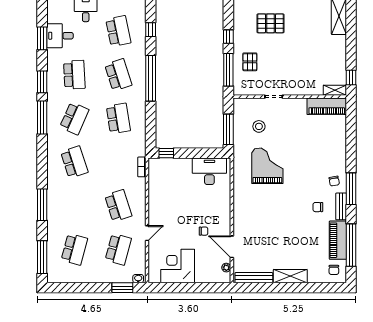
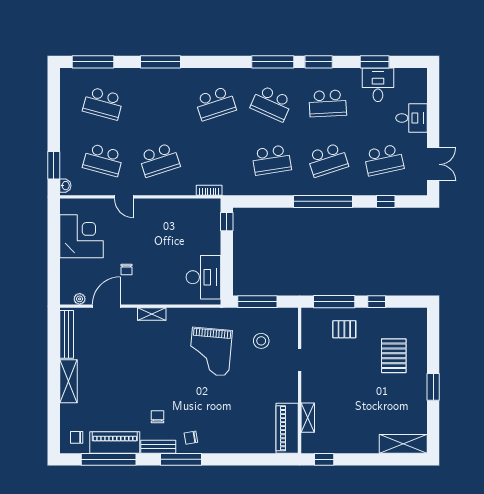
shelving: (335, 90) -> (308, 418), moved
grand piano: (267, 166) -> (211, 352), turned 95
shelving: (238, 212) -> (152, 314), added

